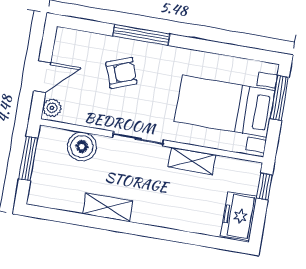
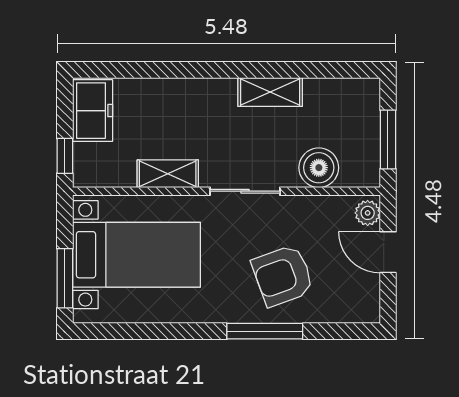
armchair: (121, 73) -> (283, 276), width x1.38, depth x1.38
door: (42, 77) -> (388, 252), hinge flipped

